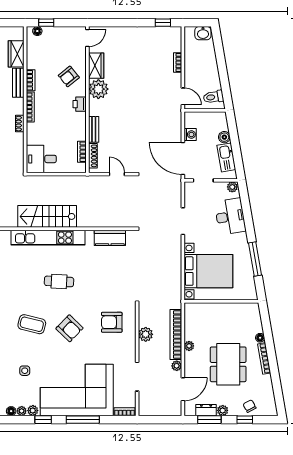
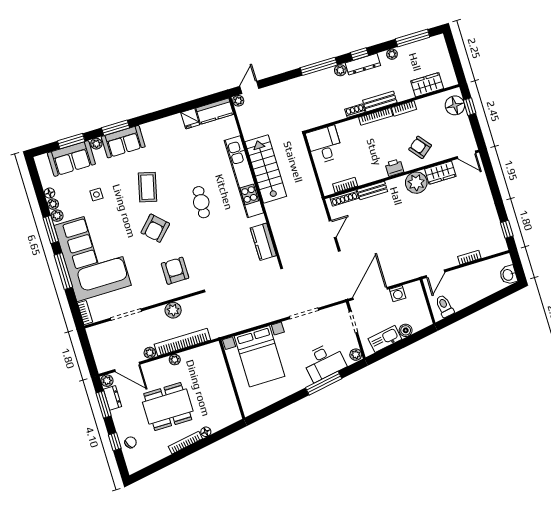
floor lamp: (37, 31) -> (455, 105), width x1.89, depth x1.89
bench: (18, 83) -> (380, 101), moved
window: (255, 259) -> (324, 383), moved
plant: (223, 410) -> (107, 381), moved
window: (43, 420) -> (51, 229), width x1.50

